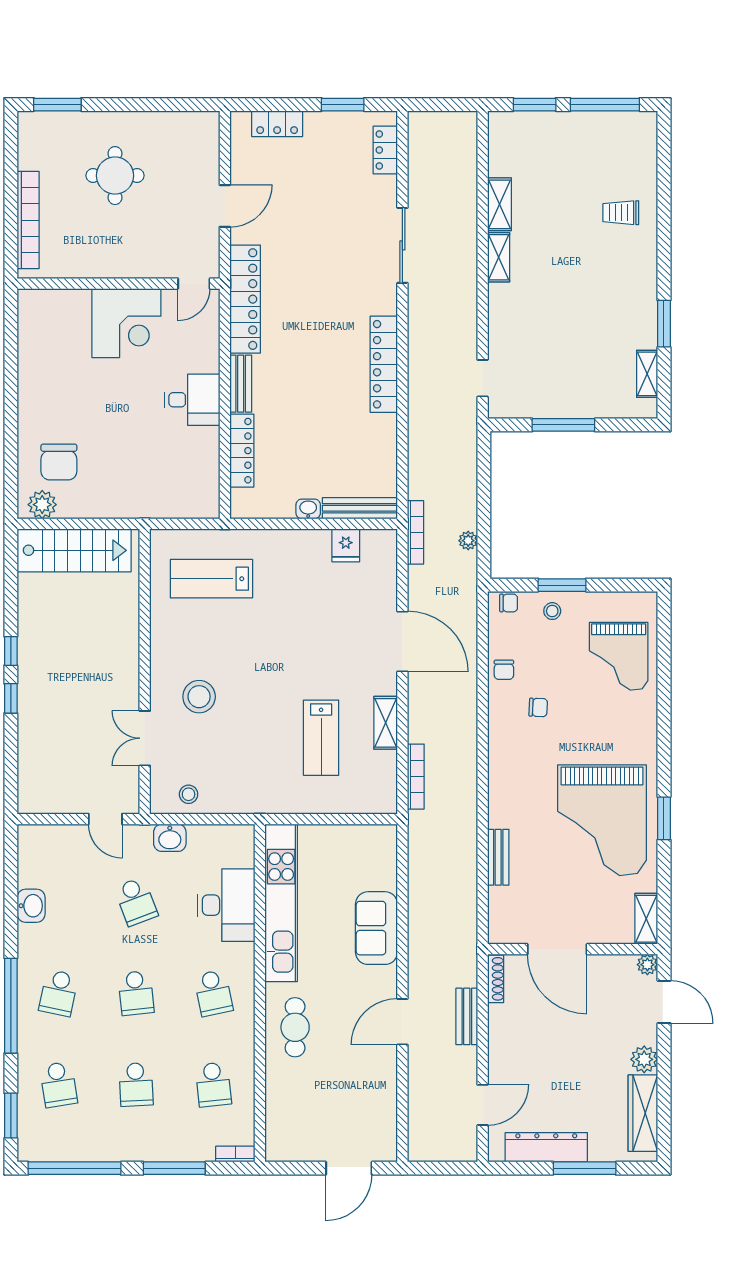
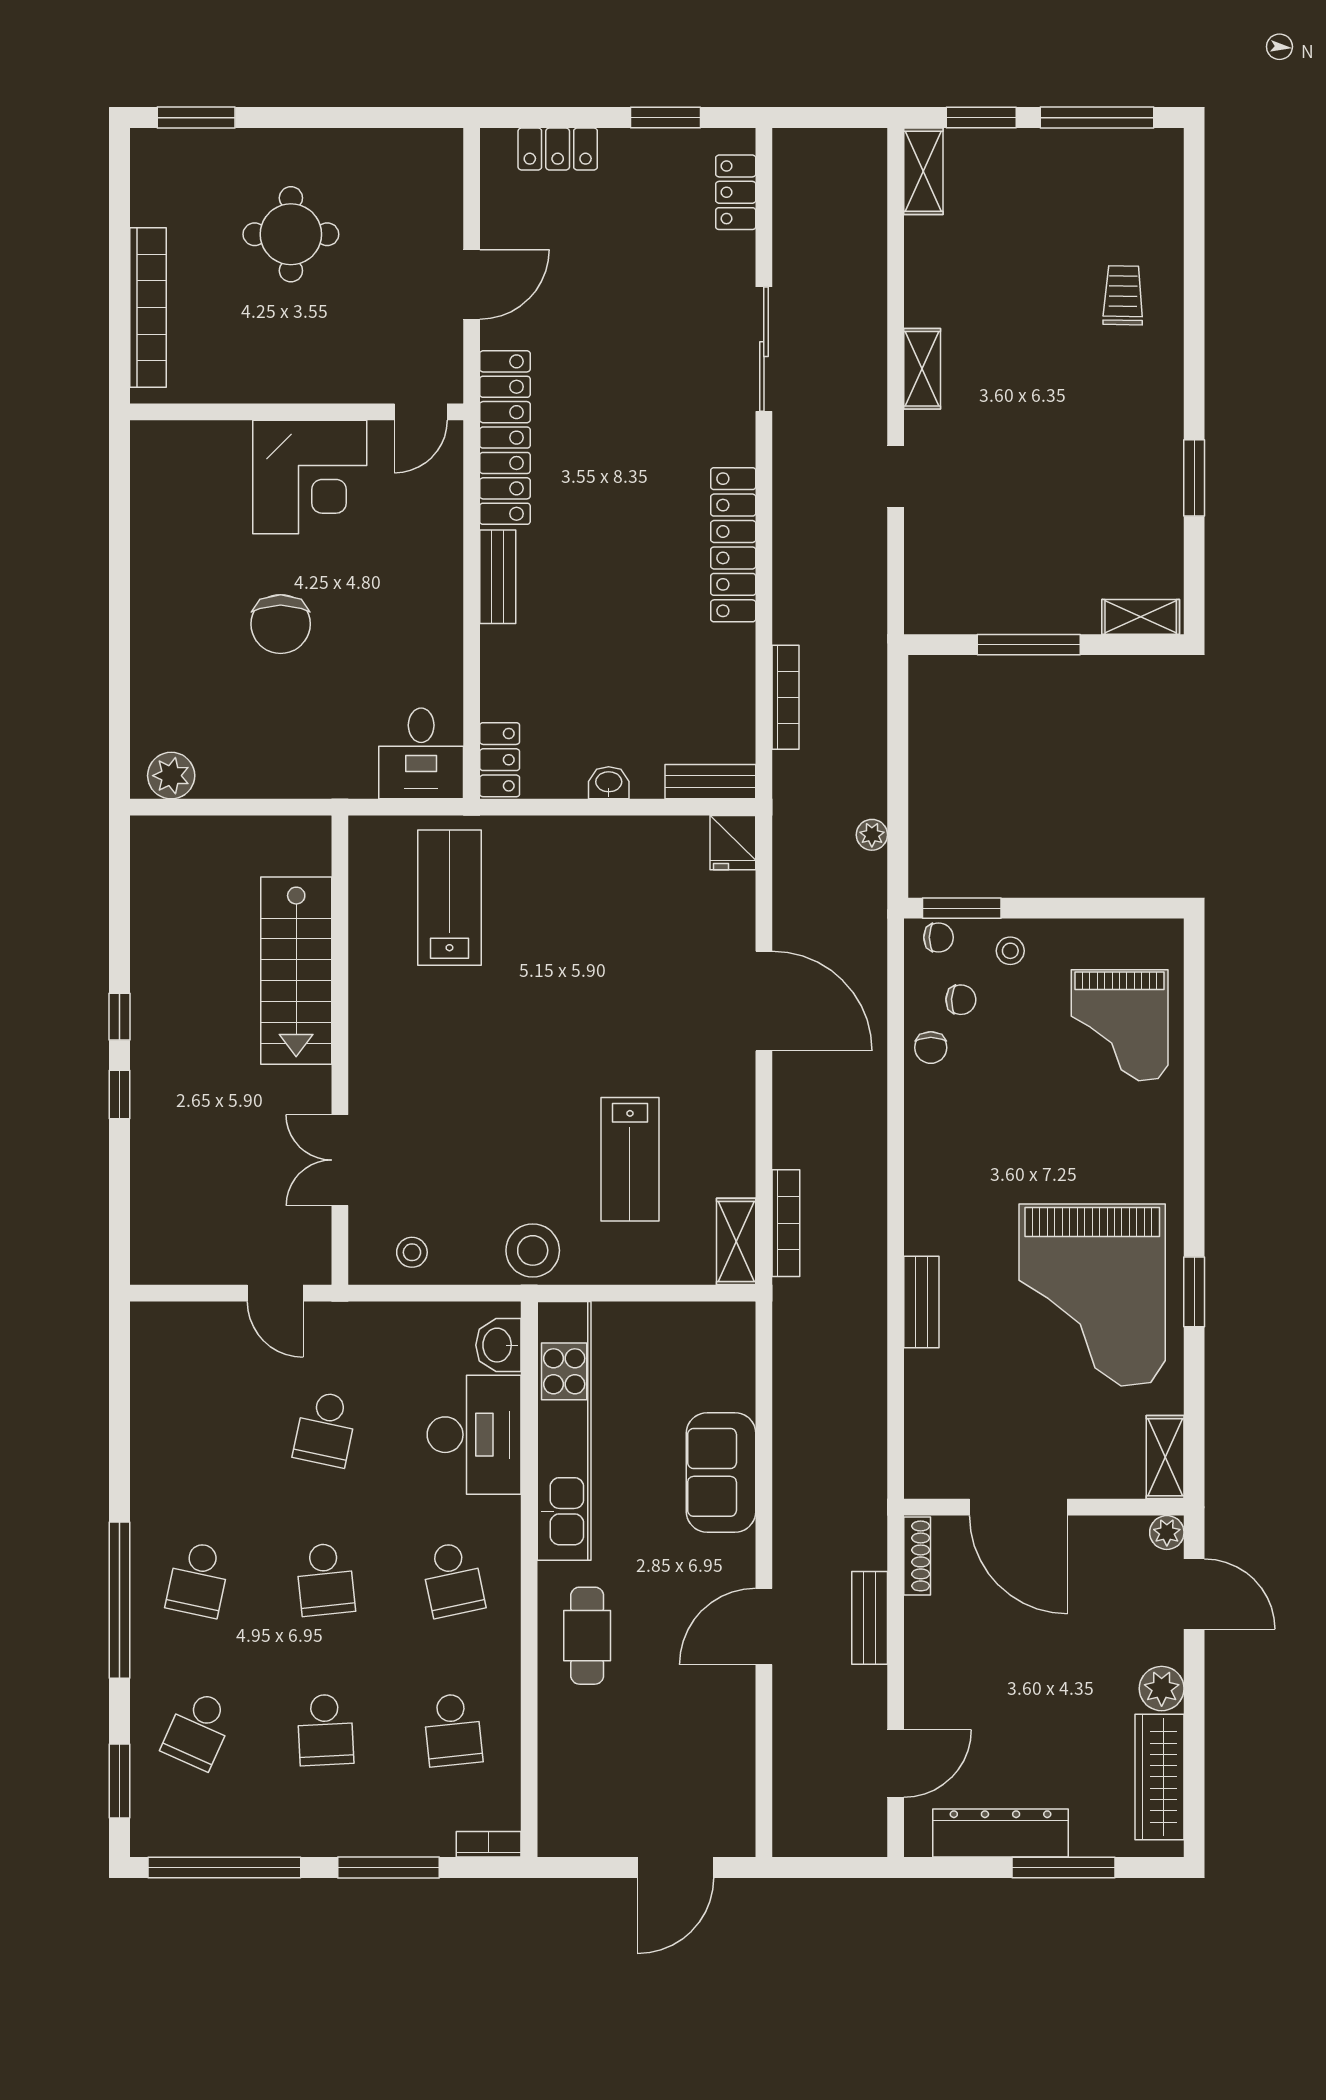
shelving: (499, 204) -> (923, 171), moved
trolley: (621, 213) -> (1123, 295), turned 91
shelving: (647, 374) -> (1141, 617), moved, turned 90
doorway: (483, 378) -> (896, 477), moved
desk: (192, 400) -> (421, 753), moved, turned 90
locker: (242, 451) -> (500, 760), moved, width x0.66
chair: (59, 462) -> (281, 624), moved
bench: (360, 508) -> (710, 782), width x0.73
bookcase: (416, 532) -> (785, 697), moved
fridge: (346, 545) -> (733, 843), moved
stairs: (74, 550) -> (296, 971), moved, turned 90
lab bench: (211, 579) -> (449, 898), turned 90
window: (562, 585) -> (962, 908), moved
stool: (199, 697) -> (533, 1250), moved
chair: (538, 707) -> (961, 1000), moved
shelving: (386, 723) -> (736, 1242), moved
washbasin: (170, 838) -> (498, 1345), moved, turned 90
bench: (498, 857) -> (921, 1302), moved
school desk: (136, 902) -> (325, 1429), turned 33
washbasin: (31, 906) -> (153, 1436), removed
school desk: (59, 1084) -> (198, 1730), turned 33

